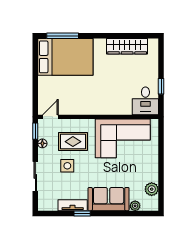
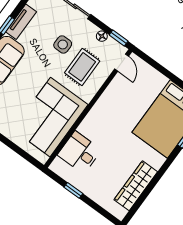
desk: (145, 101) -> (80, 153), moved

